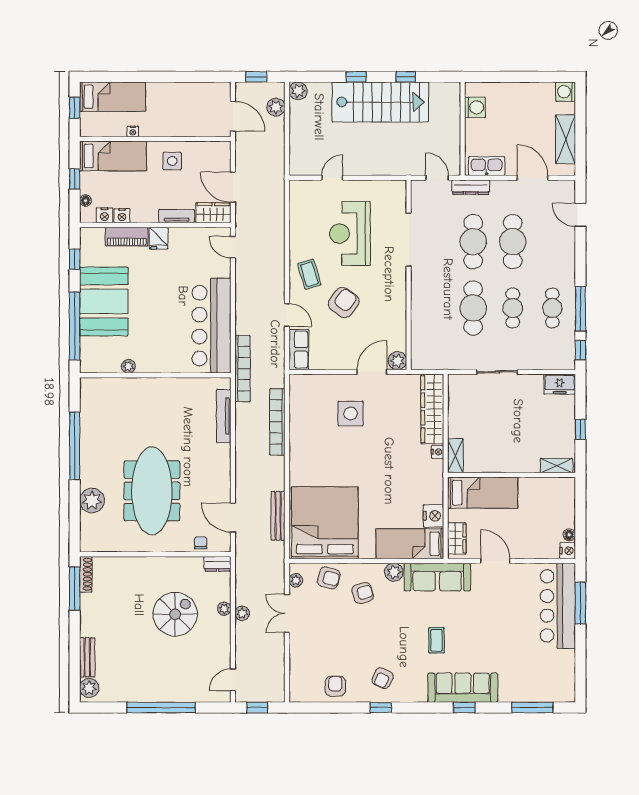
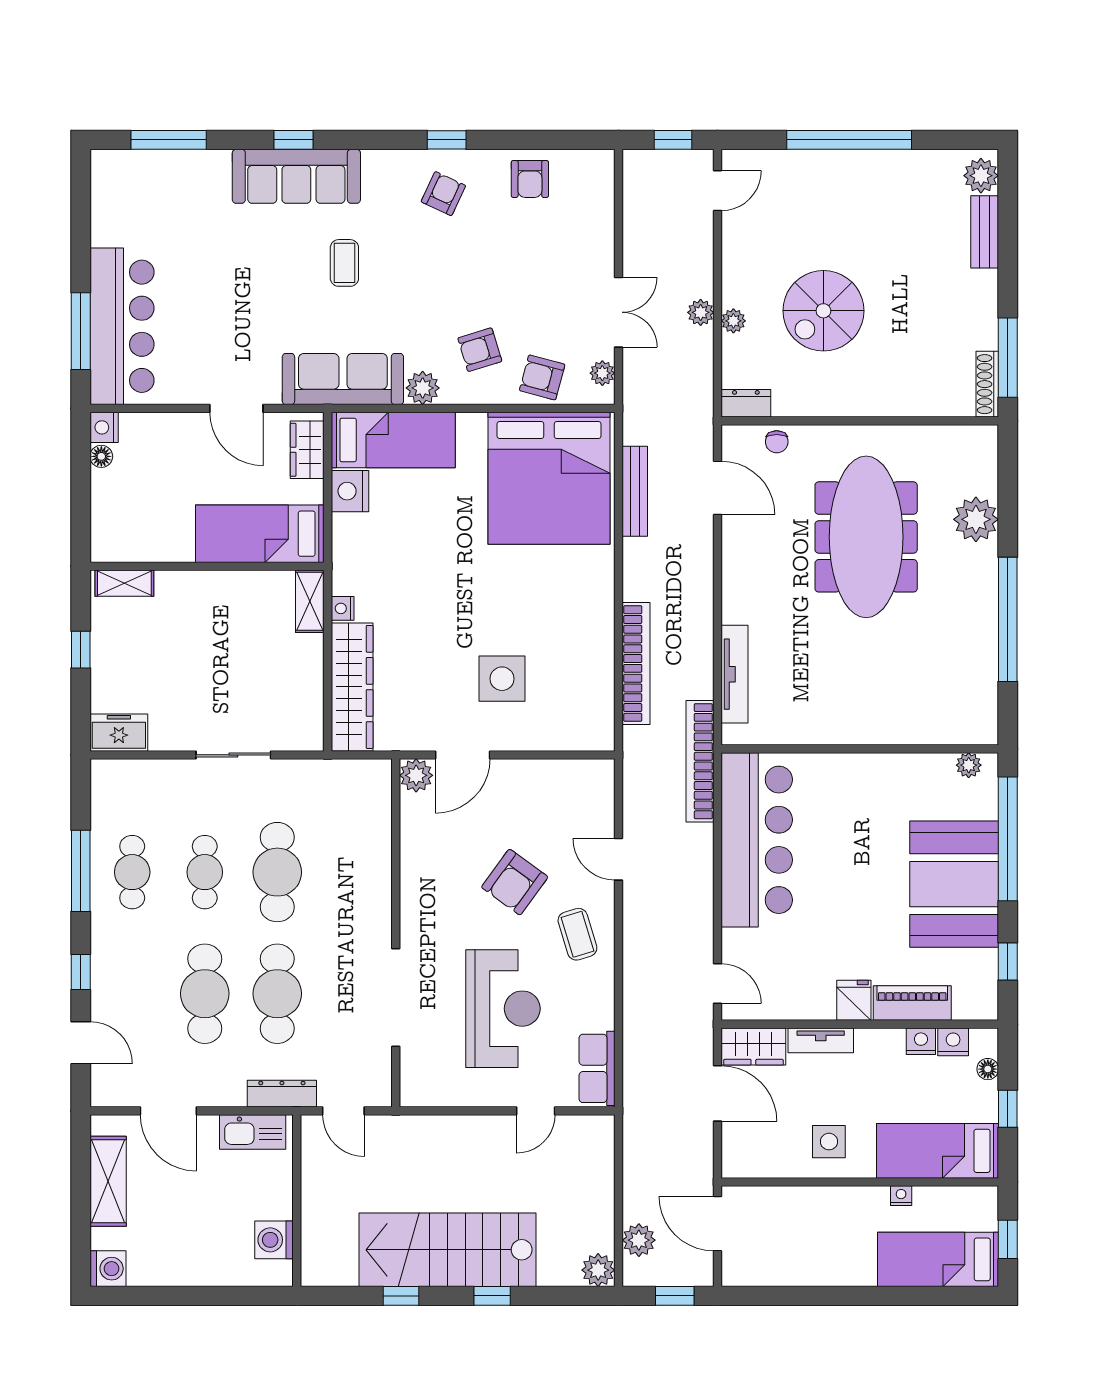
row of seats: (299, 349) -> (597, 1068), moved
window: (580, 350) -> (81, 972), moved
plant: (128, 366) -> (969, 765), moved

